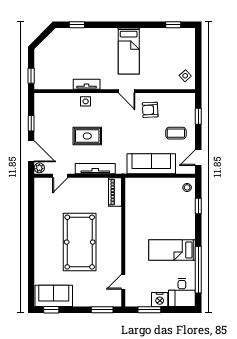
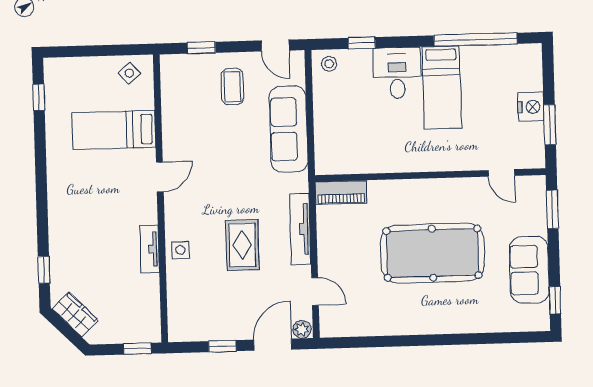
wardrobe: (51, 41) -> (75, 314), added
bed: (129, 51) -> (114, 130), moved, turned 180
armchair: (150, 110) -> (192, 134), removed
desk: (182, 292) -> (397, 73), moved, turned -90
sofa: (54, 296) -> (529, 270), moved

